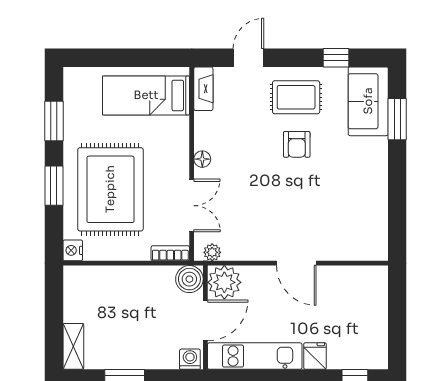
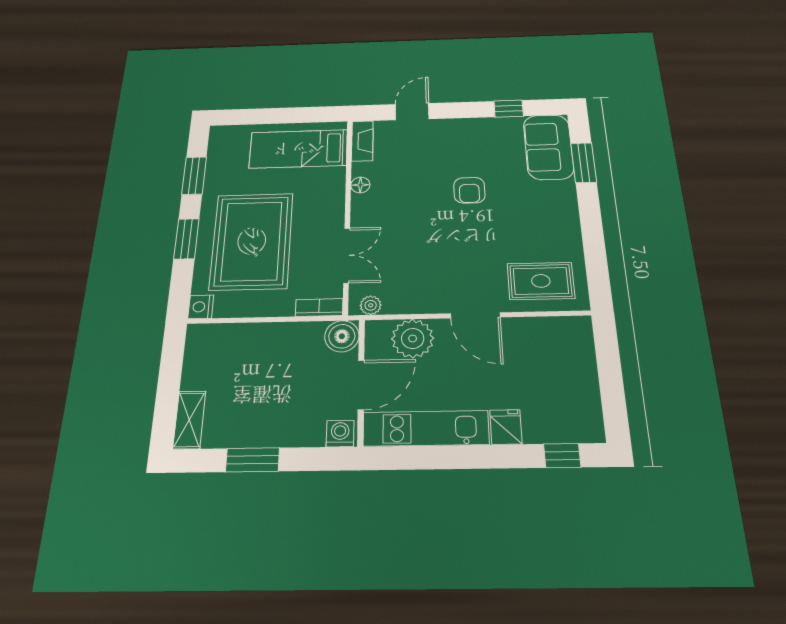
rug: (296, 97) -> (541, 281), moved
floor lamp: (202, 159) -> (360, 185), moved
plant: (224, 282) -> (413, 338), moved

